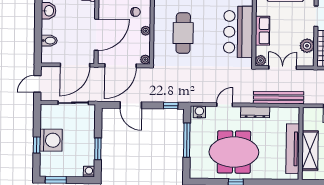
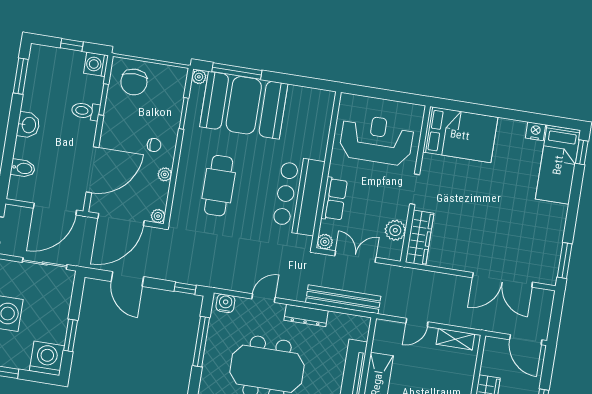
washing machine: (89, 172) -> (47, 358), width x1.89, depth x1.89

